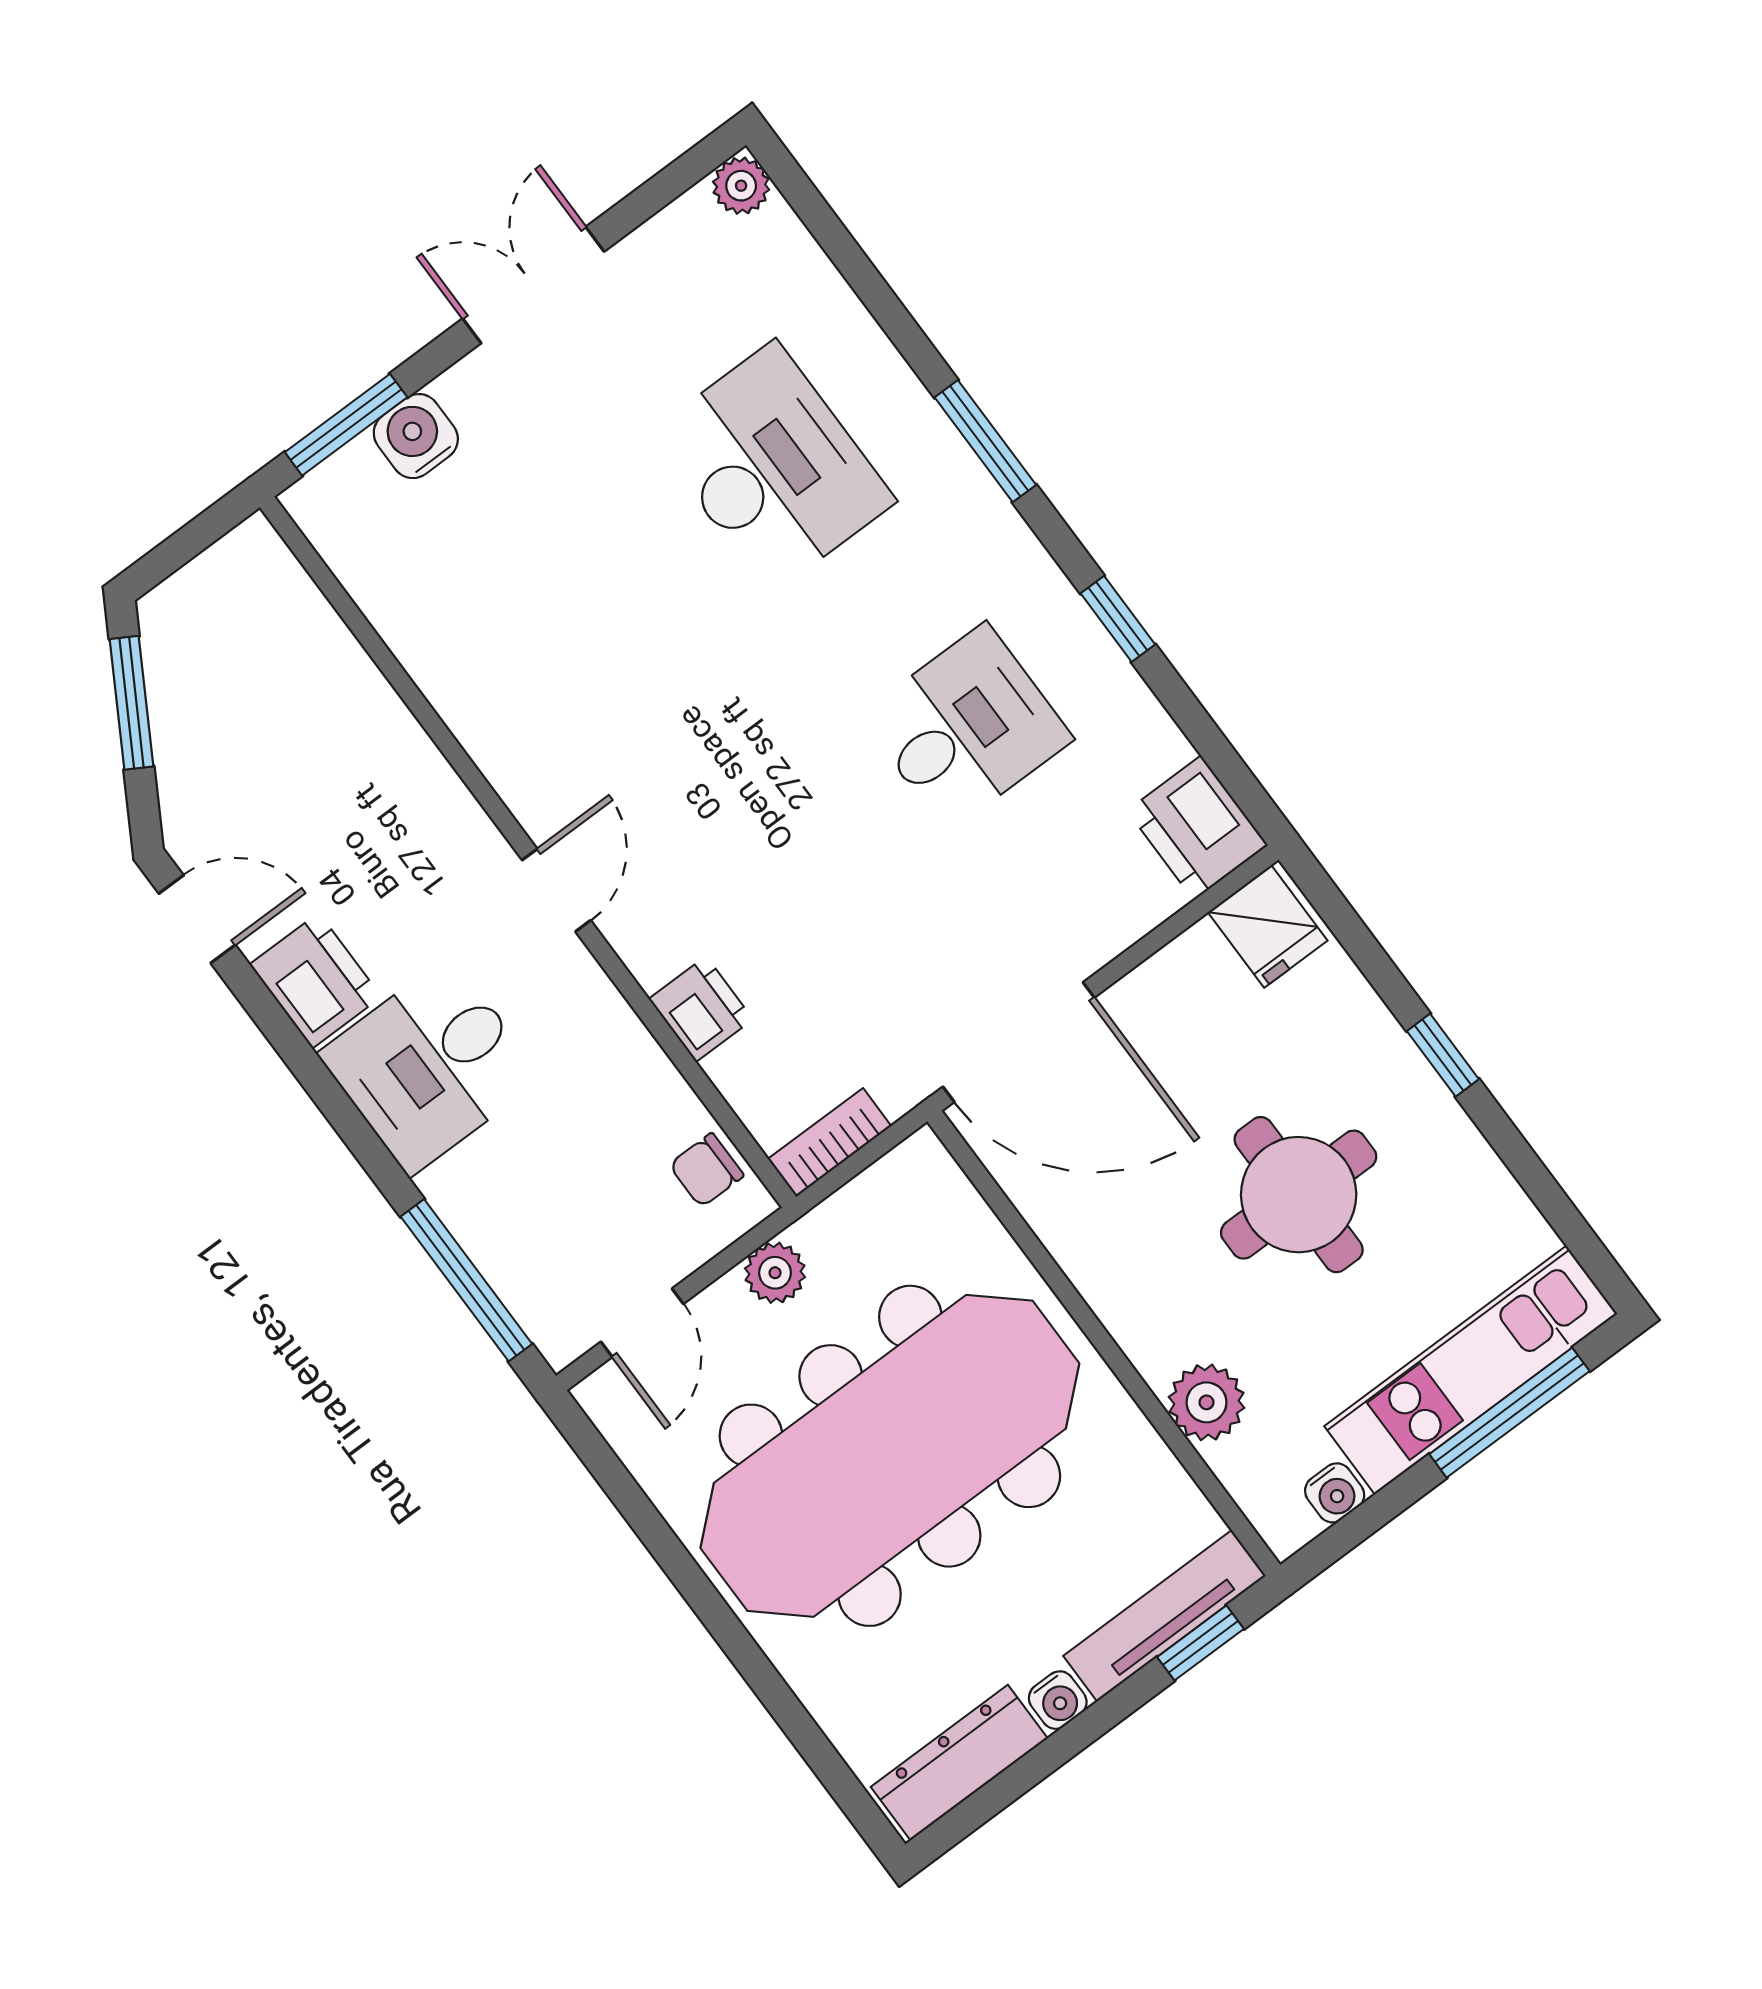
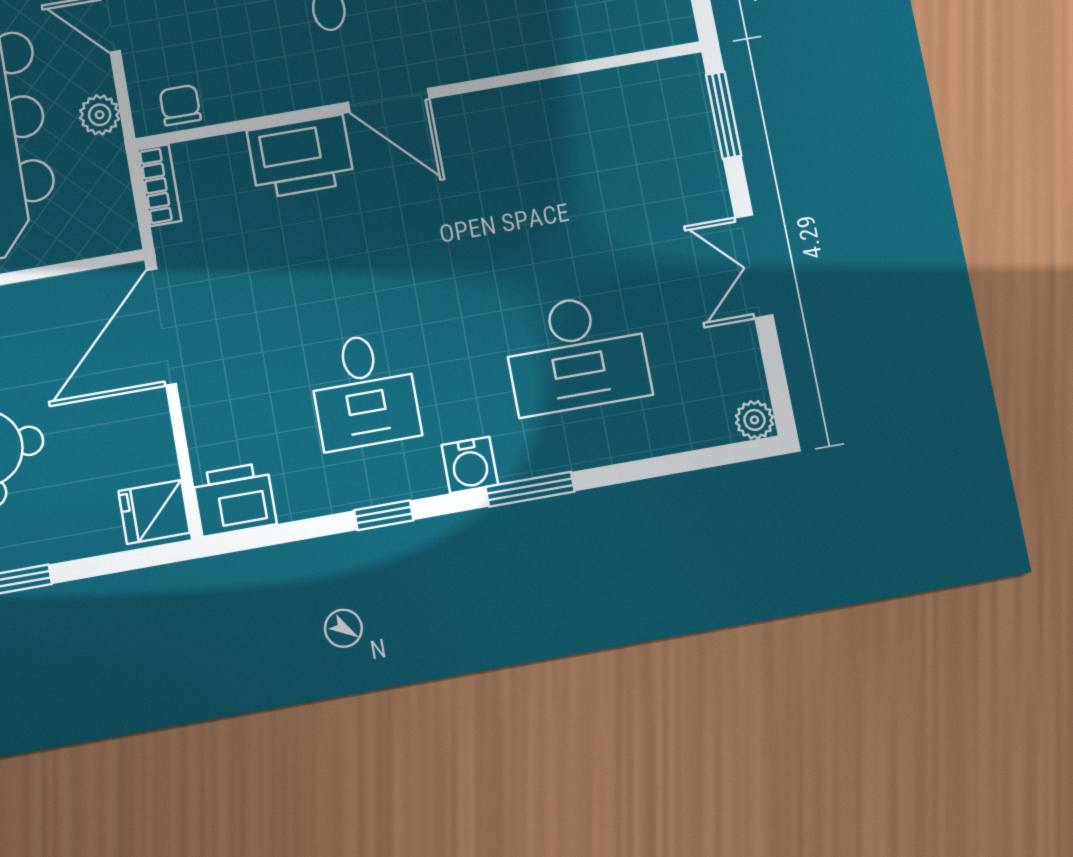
double door: (533, 285) -> (754, 266), swing flipped
water cooler: (416, 436) -> (470, 465), moved, turned 90
door: (556, 890) -> (389, 100), width x1.38
printer: (701, 1009) -> (301, 157), width x1.87, depth x1.48

